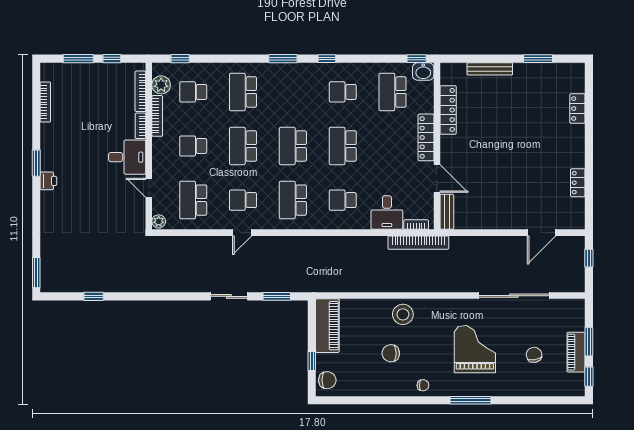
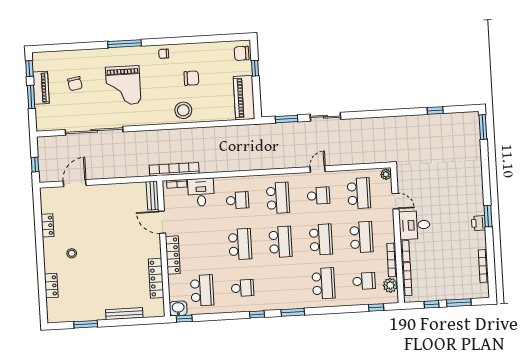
school desk: (193, 146) -> (361, 237), width x1.85
stool: (550, 147) -> (72, 253), added
printer: (48, 181) -> (479, 223), moved

